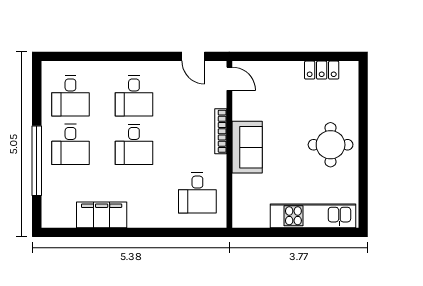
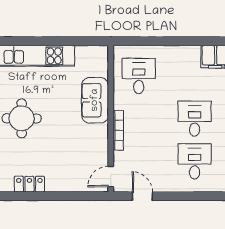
door: (229, 79) -> (111, 177), hinge flipped
sofa: (247, 147) -> (95, 100), moved

